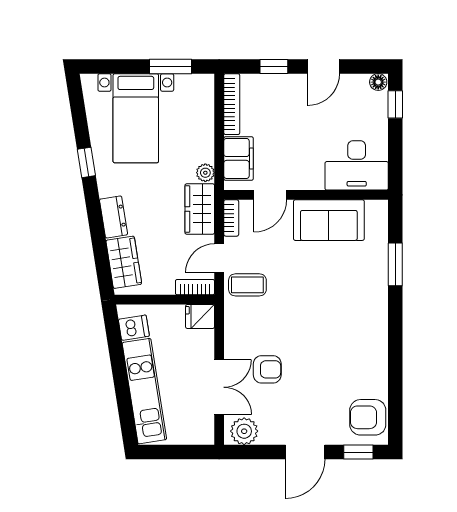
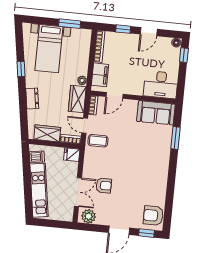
sofa: (329, 220) -> (156, 113), moved
door: (219, 258) -> (85, 126), hinge flipped
wardrobe: (124, 262) -> (47, 133), moved, turned -81

